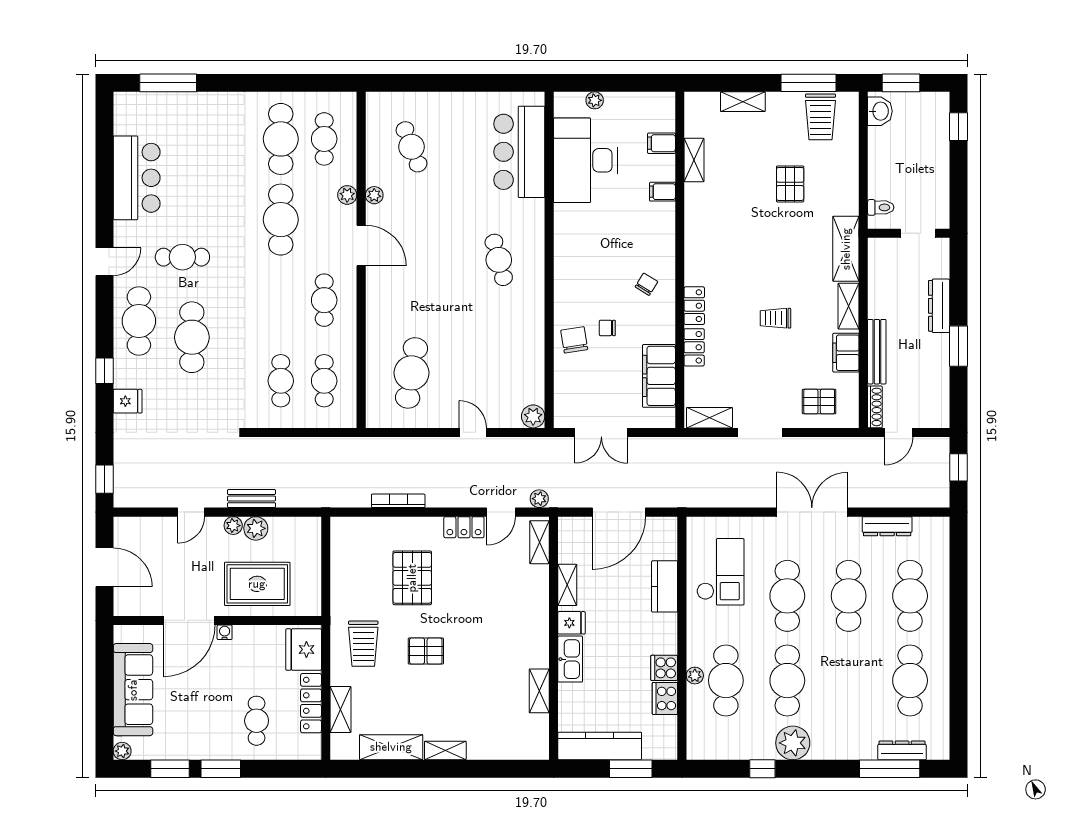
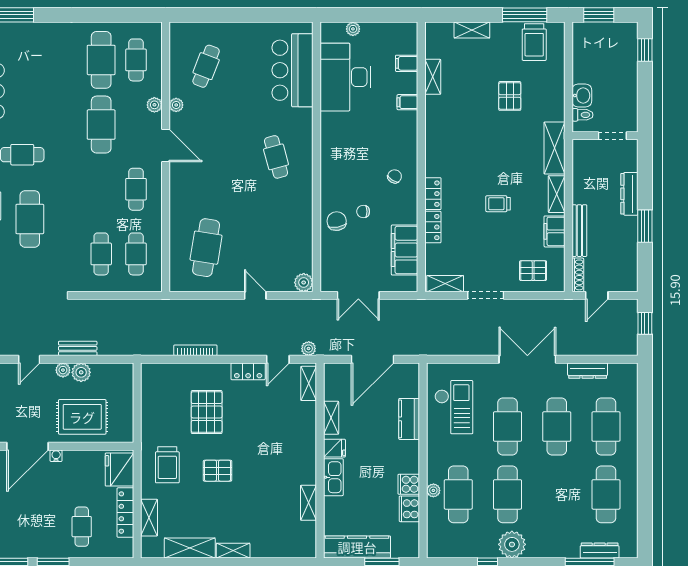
washbasin: (880, 111) -> (582, 95), moved
cafe table: (412, 147) -> (206, 66), turned 42

